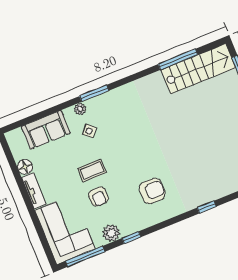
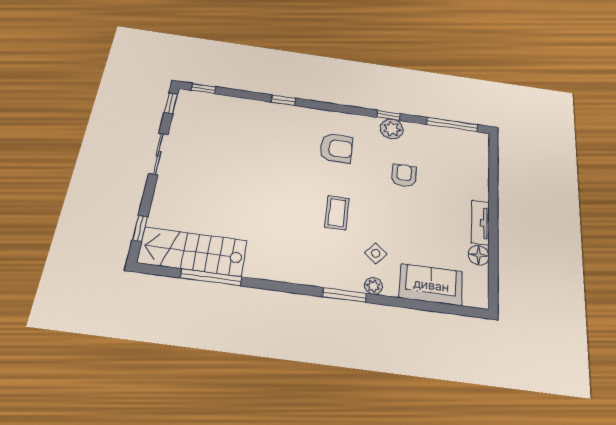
coffee table: (92, 171) -> (337, 213), moved, turned 90
armchair: (152, 191) -> (336, 148), turned 180
corner sofa: (65, 230) -> (462, 163), removed
plant: (111, 233) -> (392, 129), moved

